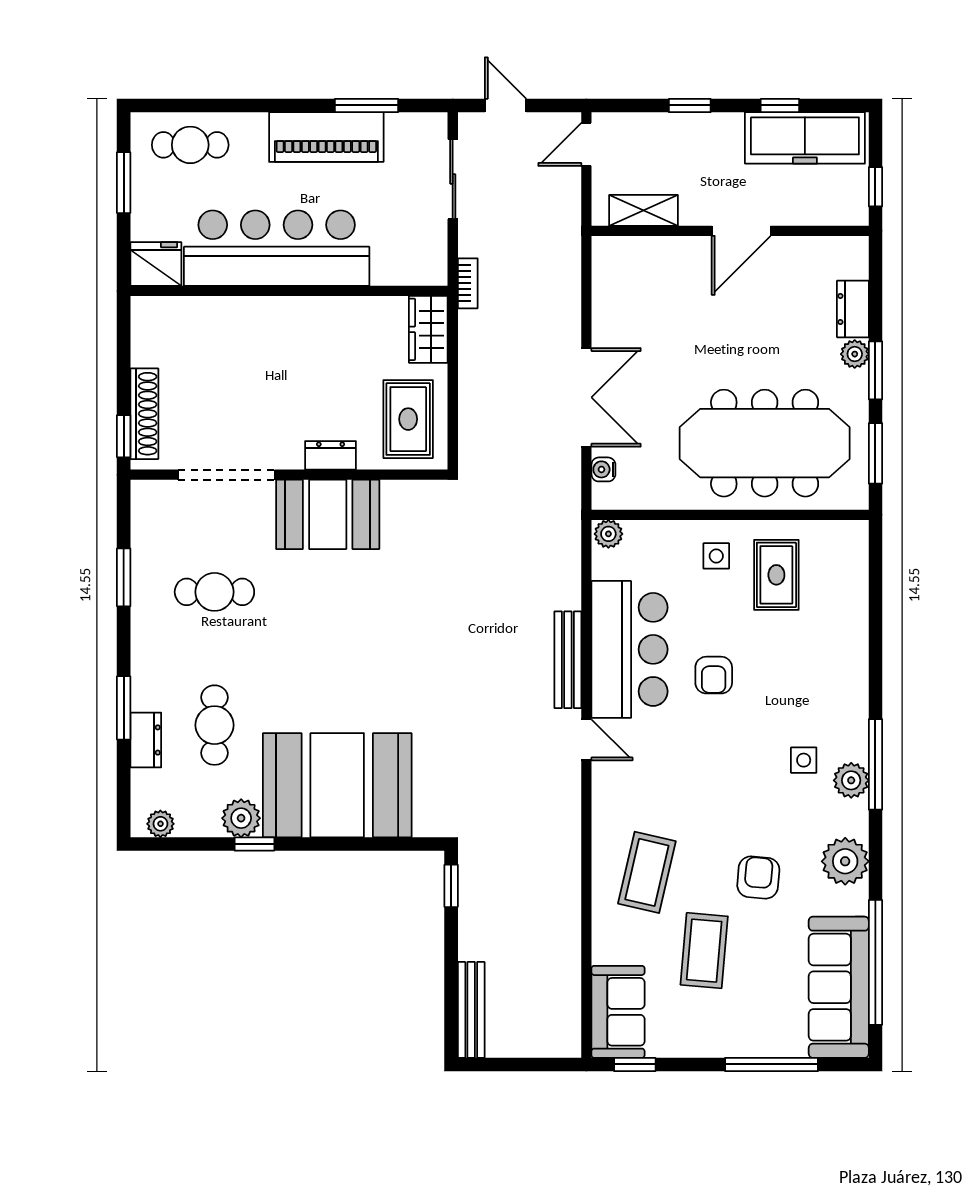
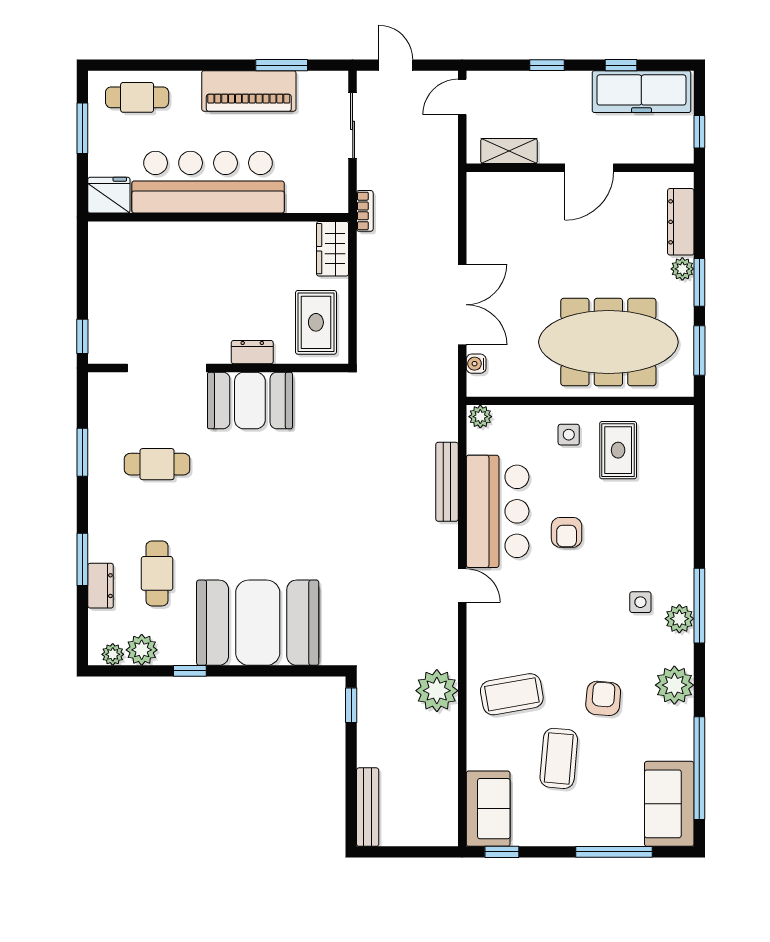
dresser: (853, 309) -> (681, 222), width x1.44
shoe rack: (144, 414) -> (99, 318), removed
bench: (568, 660) -> (447, 482), moved
plant: (241, 818) -> (142, 650), moved
plant: (555, 868) -> (437, 691), added
coffee table: (647, 872) -> (512, 694), turned 67
sofa: (839, 987) -> (669, 804), width x0.73

